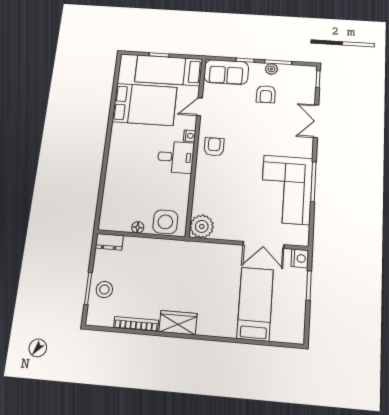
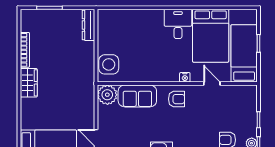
sofa: (226, 72) -> (137, 96), moved, turned -90
desk: (176, 157) -> (178, 24), moved, turned 180
floor lamp: (138, 227) -> (102, 42), removed
dresser: (109, 242) -> (89, 25), width x1.44
stool: (104, 290) -> (50, 21), removed

